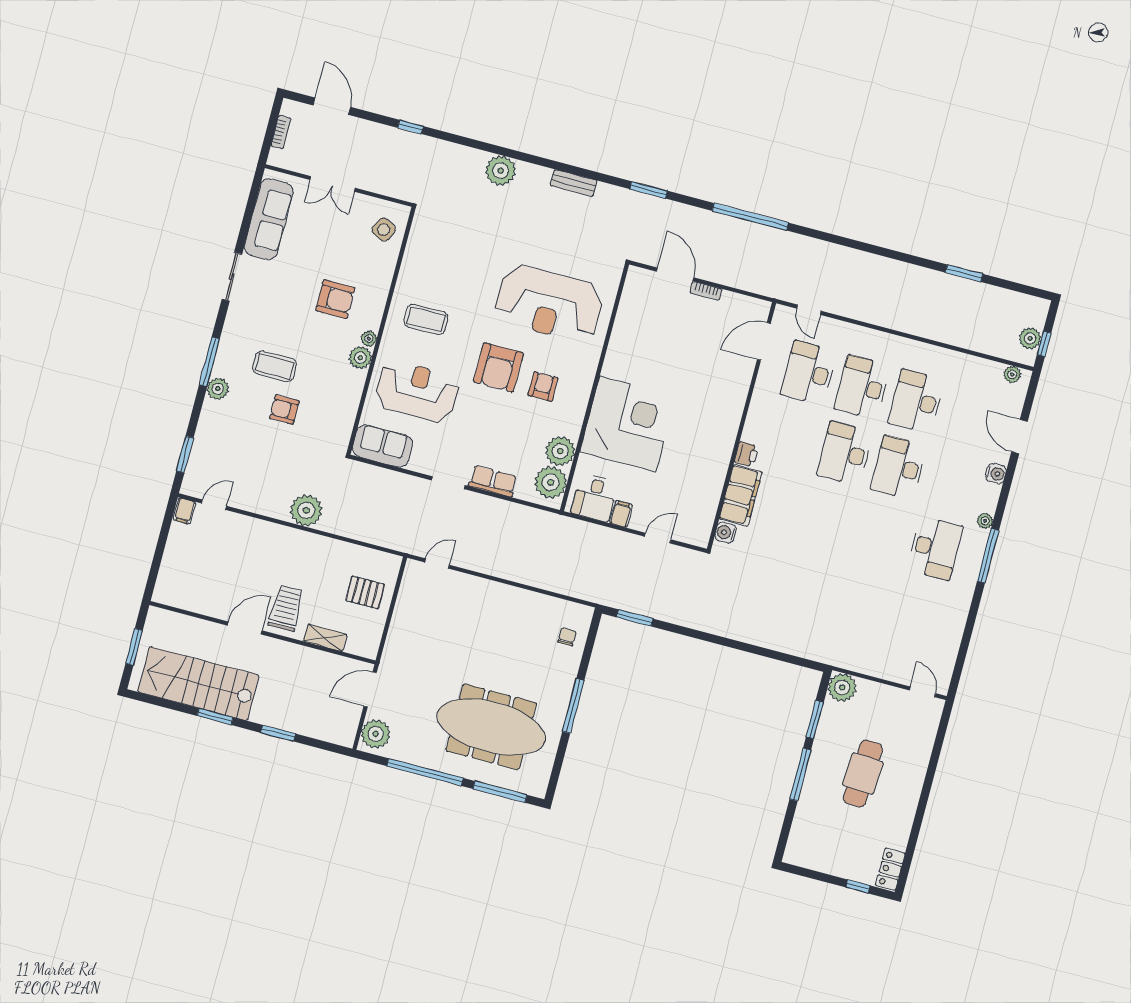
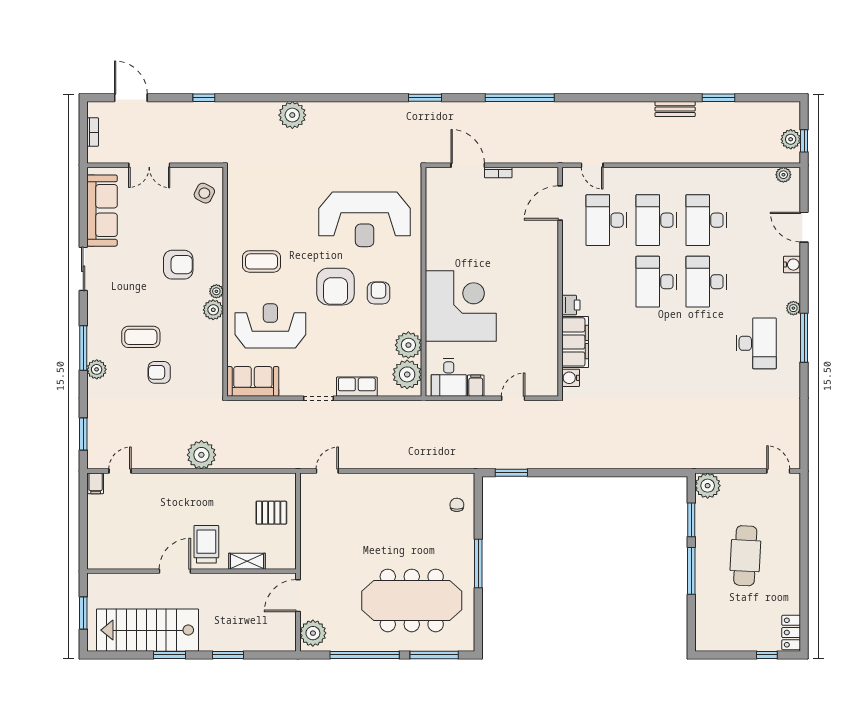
bench: (574, 183) -> (675, 109), moved

